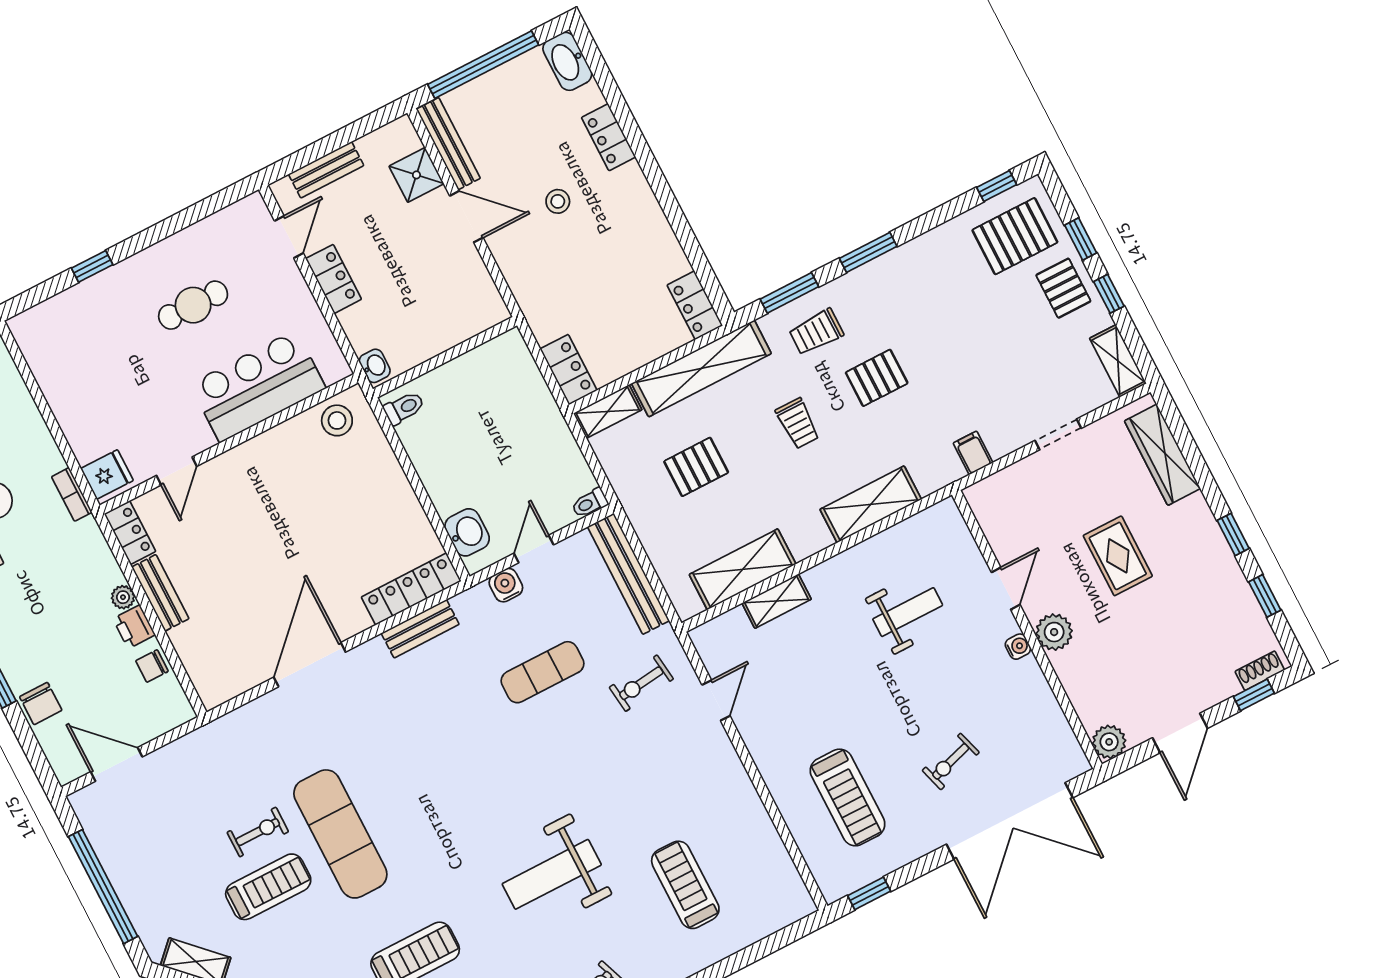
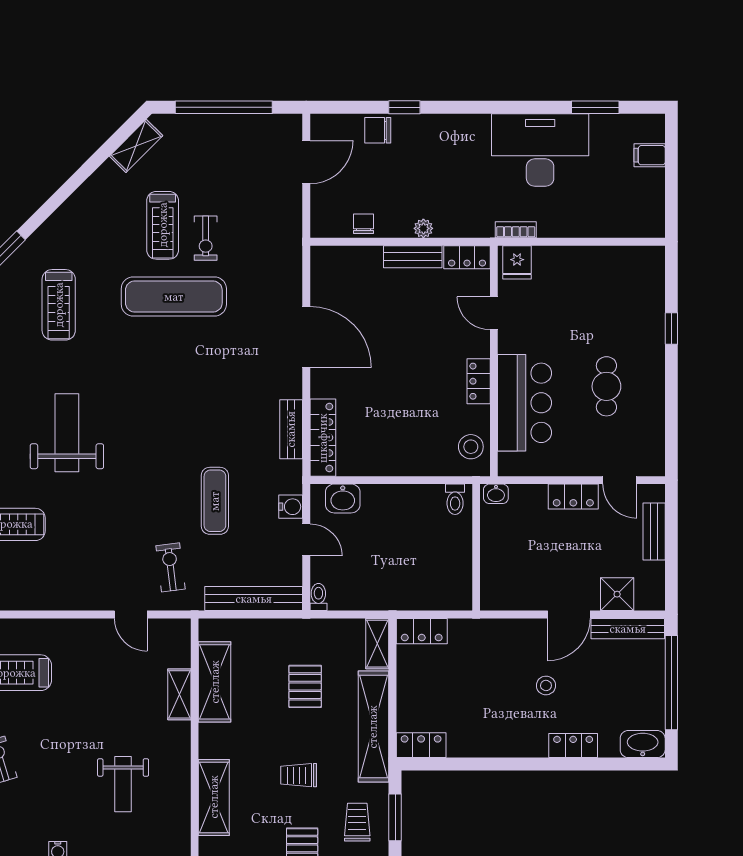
locker: (260, 449) -> (479, 381), added
printer: (134, 627) -> (398, 225), removed

